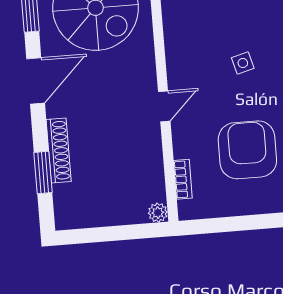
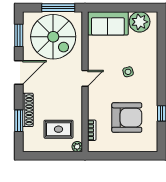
door: (164, 106) -> (85, 78), moved
armchair: (247, 150) -> (127, 118), turned 90
rug: (120, 182) -> (59, 129), added

